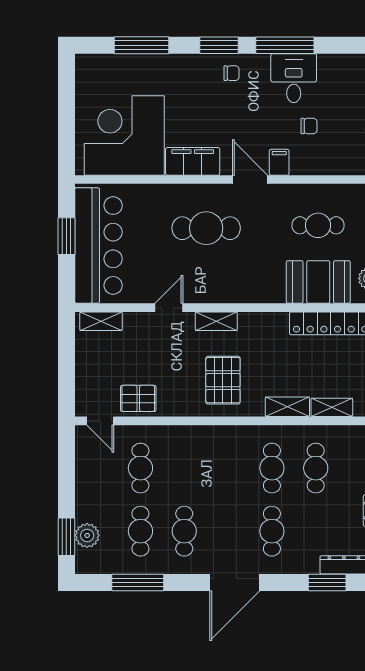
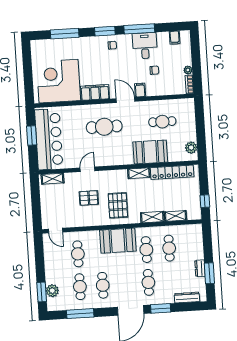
filing cabinet: (352, 66) -> (175, 38), added
booth: (318, 282) -> (150, 152), moved
shelving: (216, 321) -> (139, 173), moved
pallet: (138, 398) -> (89, 198), moved
booth: (219, 448) -> (118, 241), added
window: (327, 583) -> (161, 308), moved

